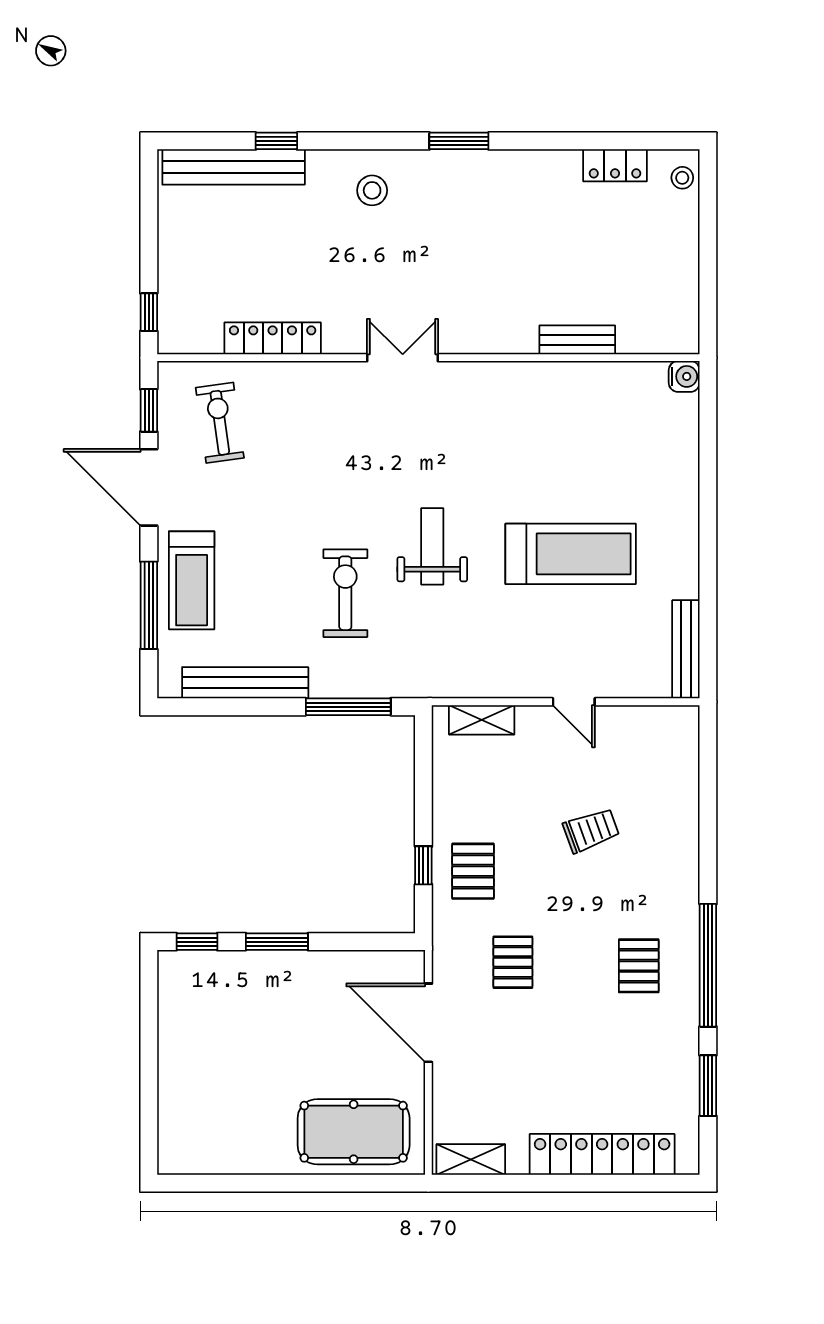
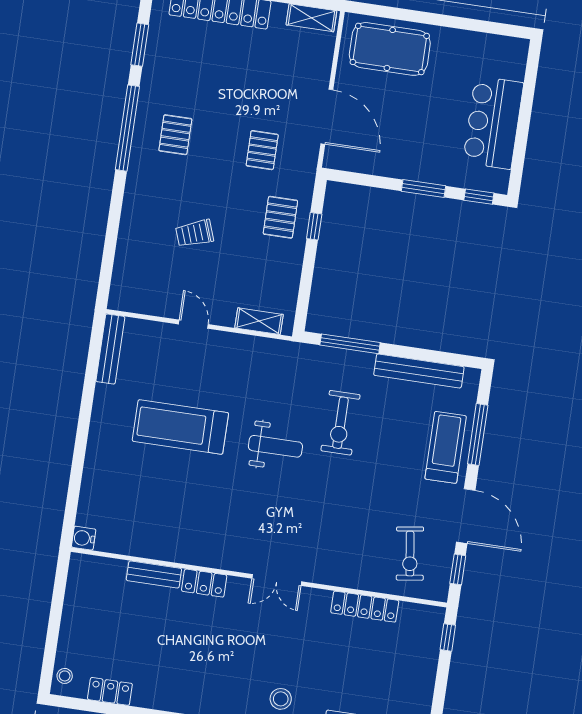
locker: (504, 338) -> (204, 583), added
weight bench: (432, 546) -> (275, 446), turned -90
bar counter: (192, 1049) -> (493, 123), added

